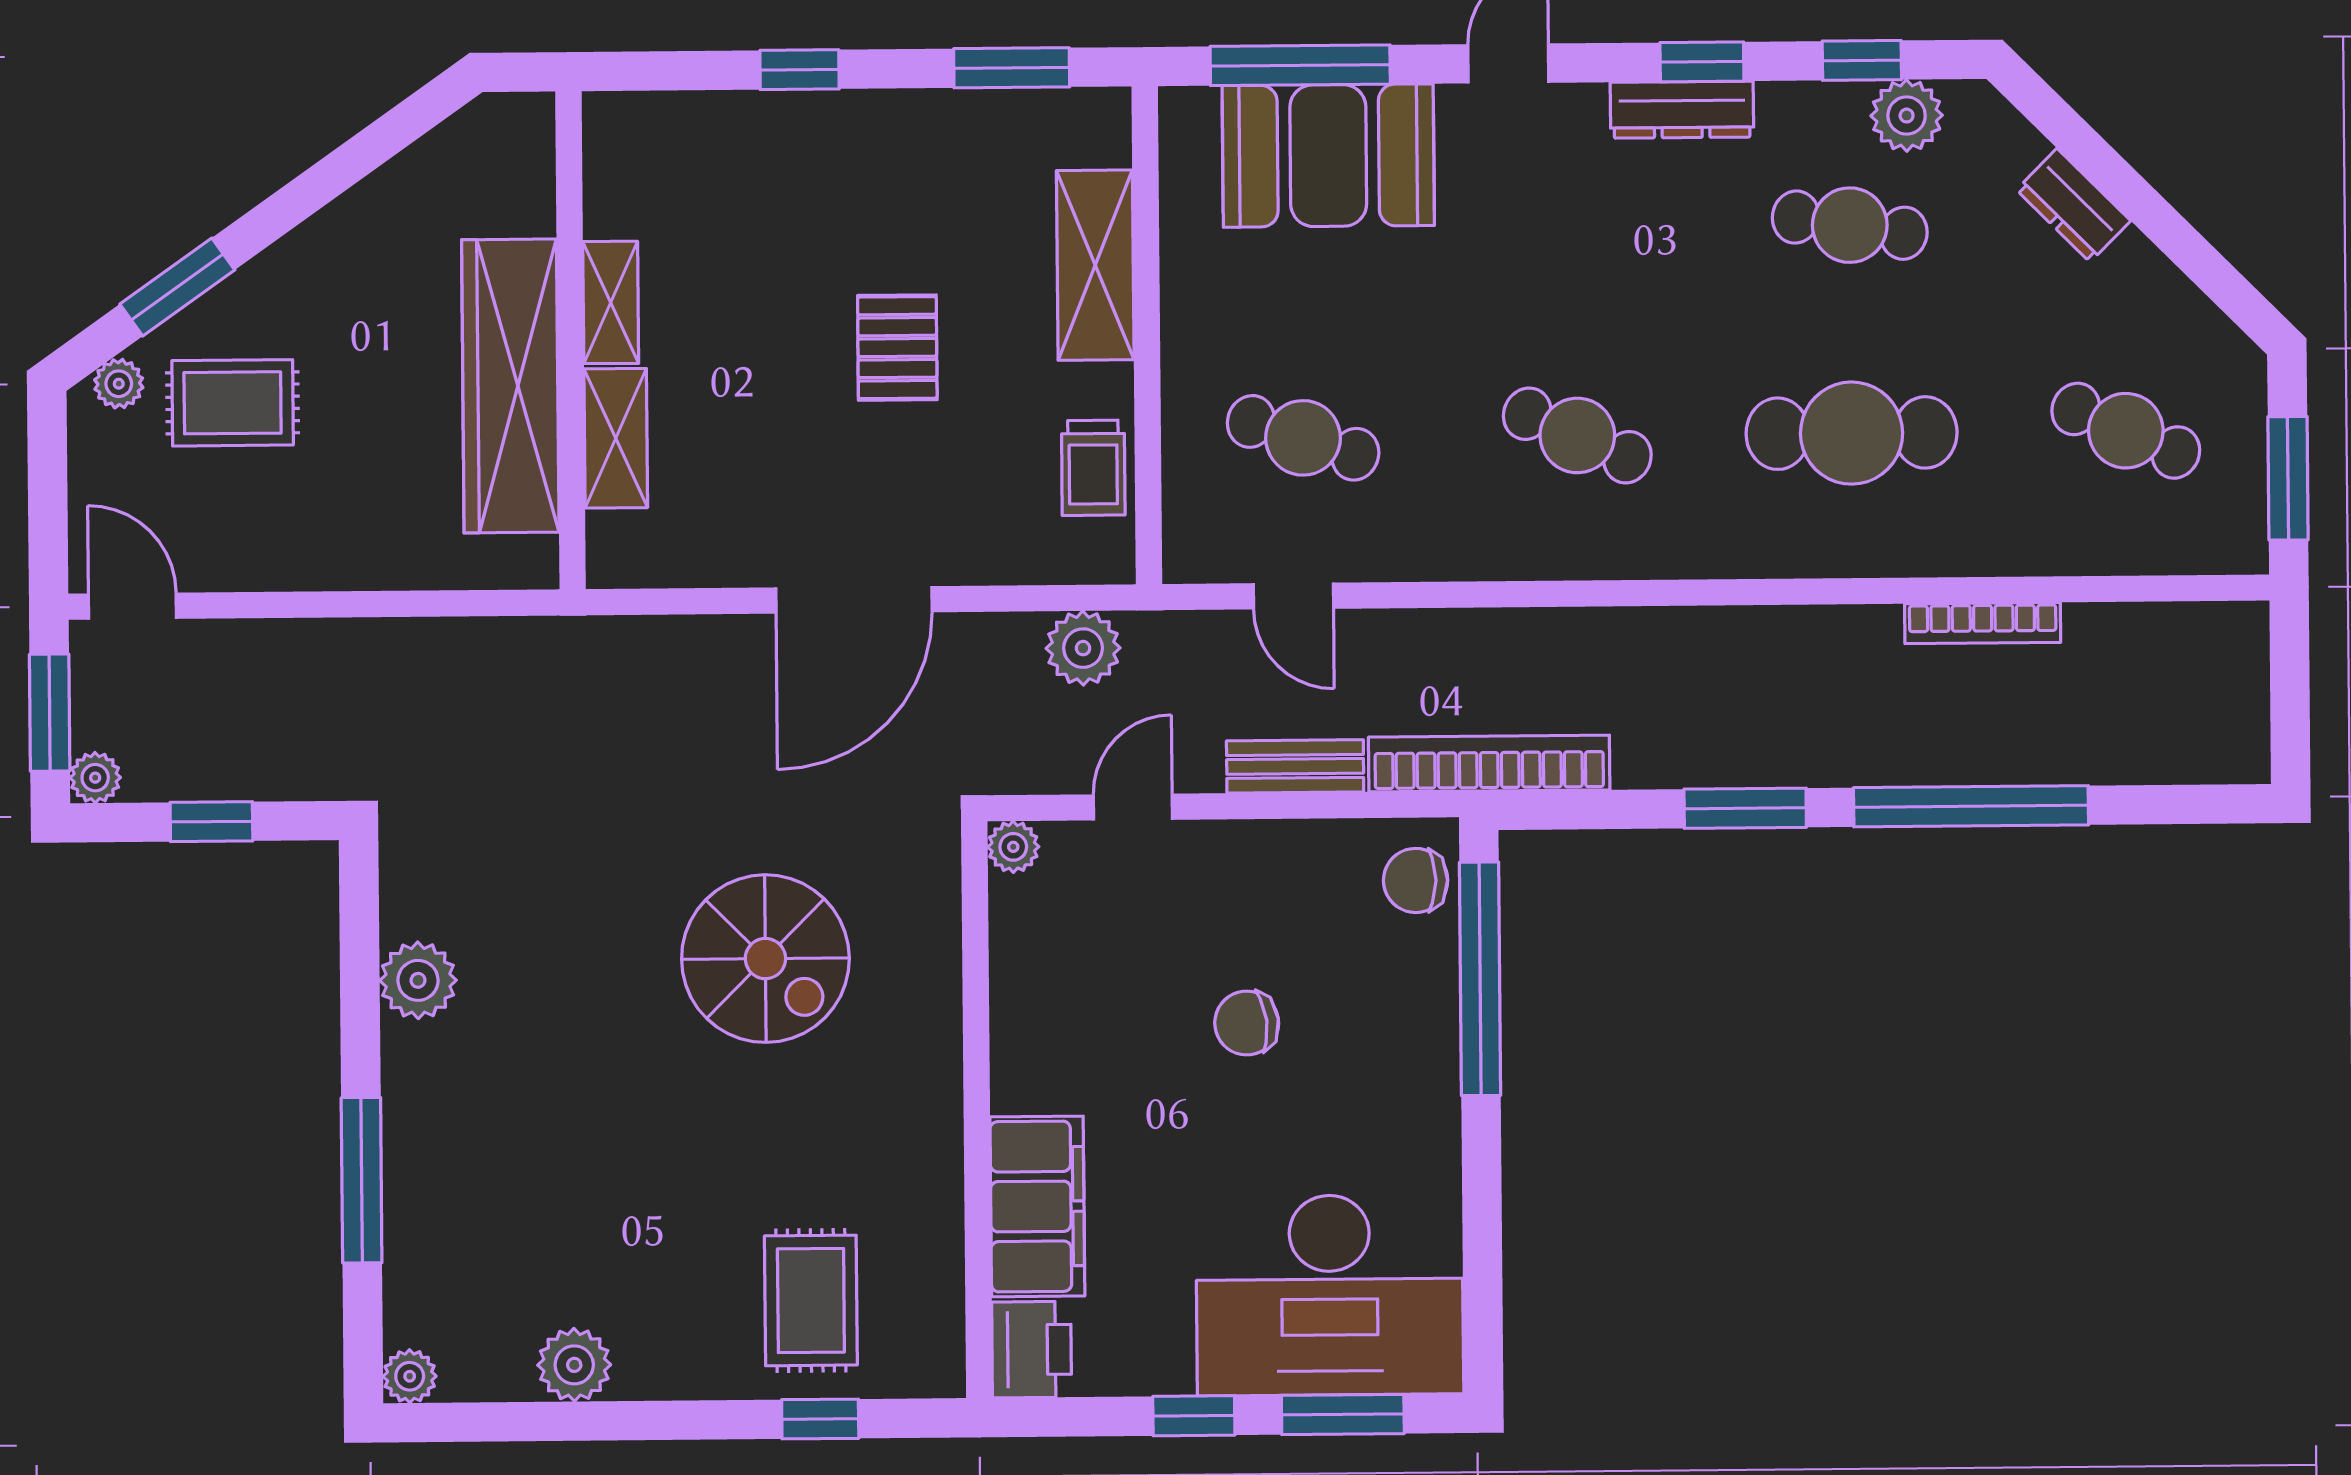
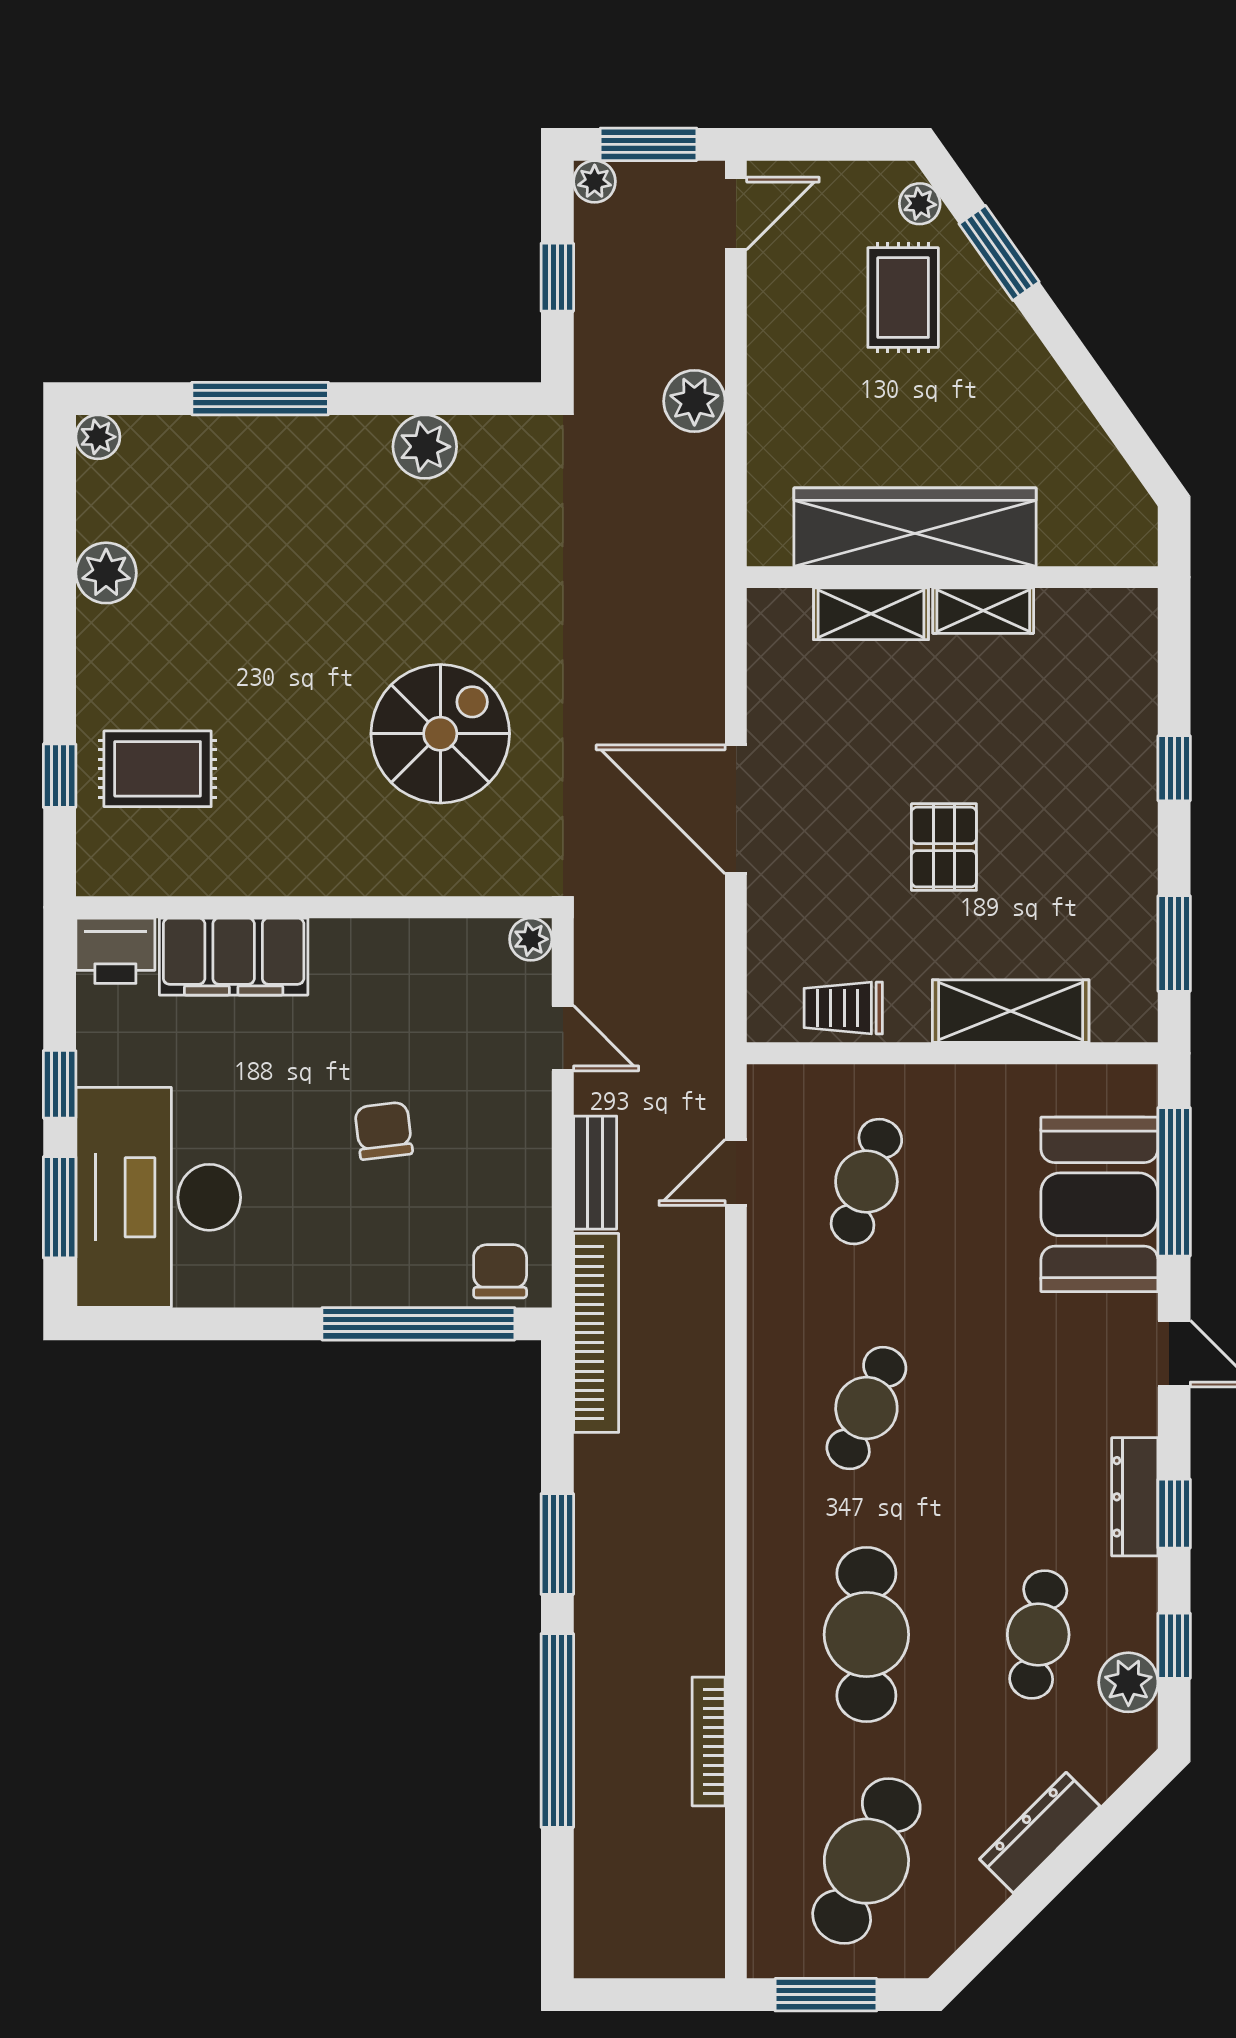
dresser: (2073, 205) -> (1040, 1833), width x1.44
pallet: (897, 348) -> (944, 847), turned 90
cafe table: (2126, 431) -> (866, 1861), width x1.37, depth x1.35
plant: (1083, 648) -> (694, 401), moved
spiral stairs: (765, 959) -> (440, 734), turned 180

